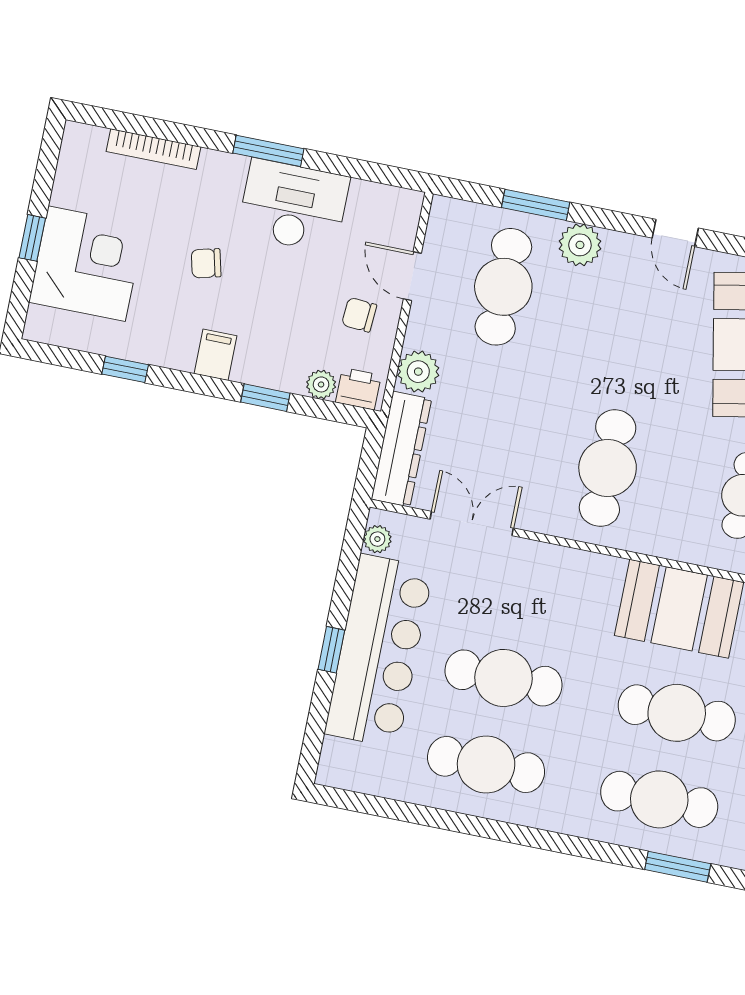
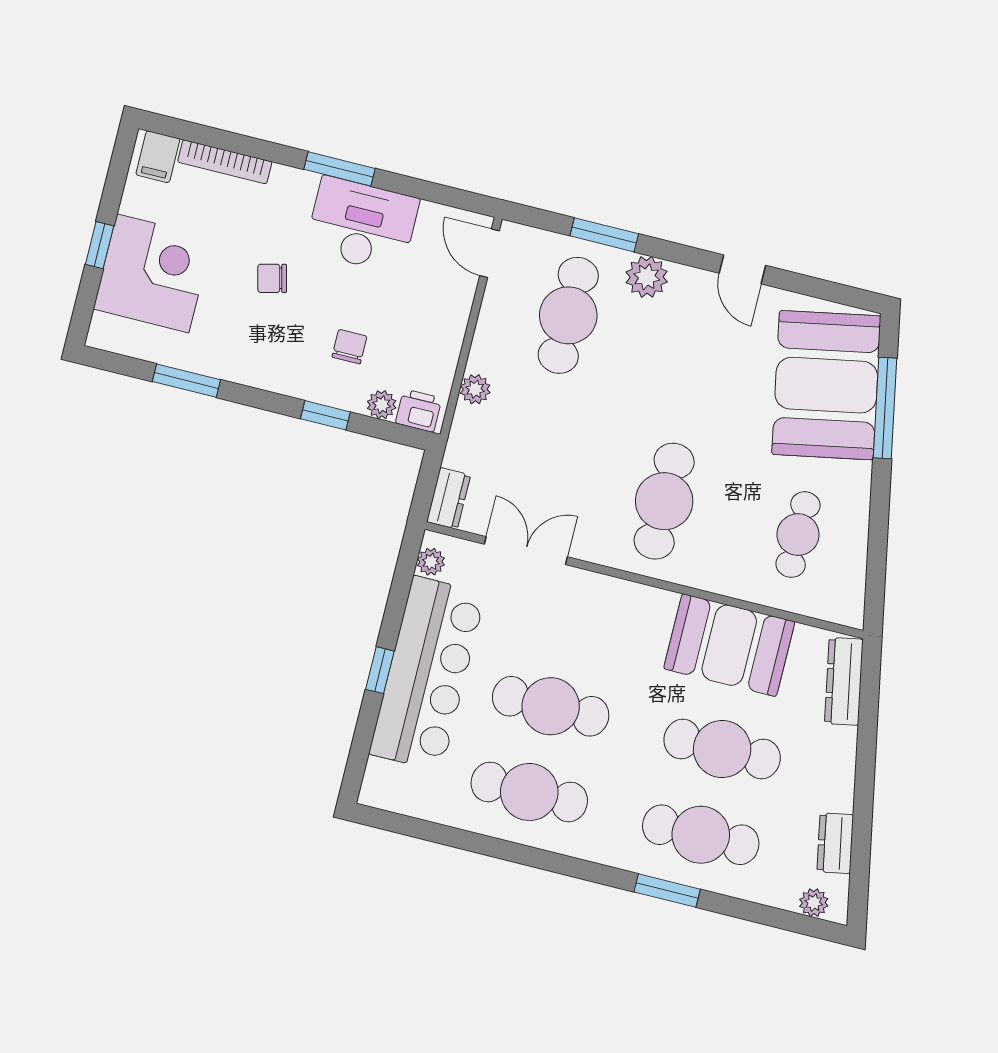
door: (412, 276) -> (490, 253), moved
chair: (359, 315) -> (349, 347), moved, turned 86
filing cabinet: (215, 355) -> (158, 157), moved, turned 180
window: (125, 369) -> (186, 381), width x1.50
plant: (418, 372) -> (475, 389), width x0.73, depth x0.73
dresser: (401, 449) -> (449, 498), width x0.51, depth x0.80
window: (678, 867) -> (667, 891), moved

